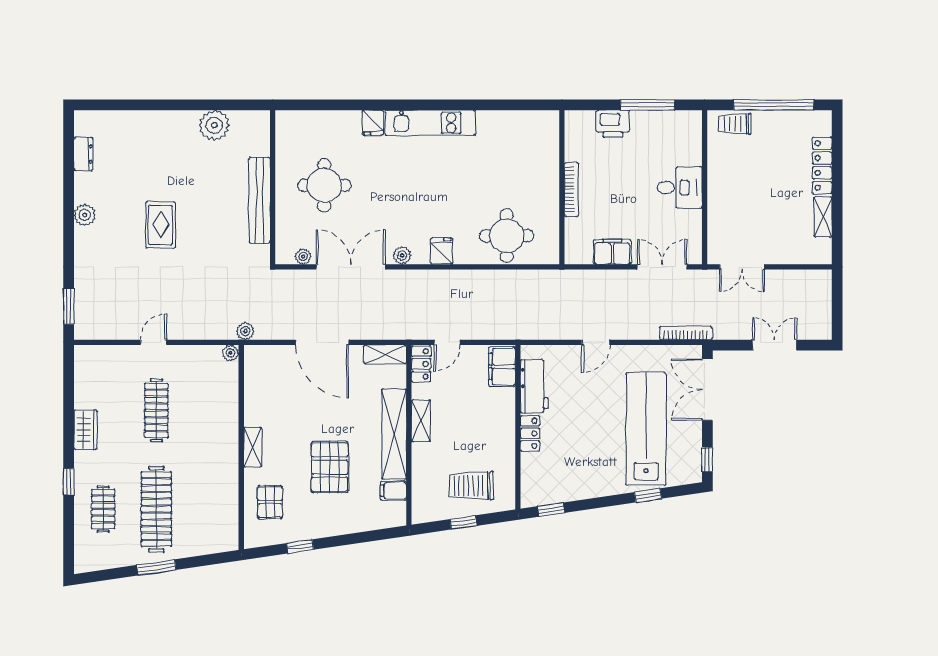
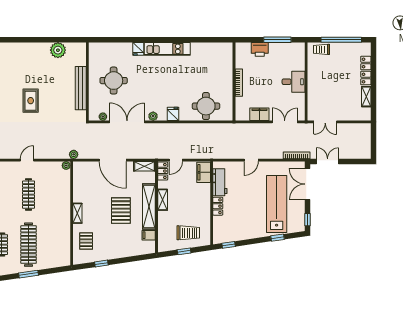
double door: (774, 345) -> (328, 161), moved
pallet: (330, 467) -> (121, 211), moved
trolley: (471, 486) -> (188, 233), turned 180

